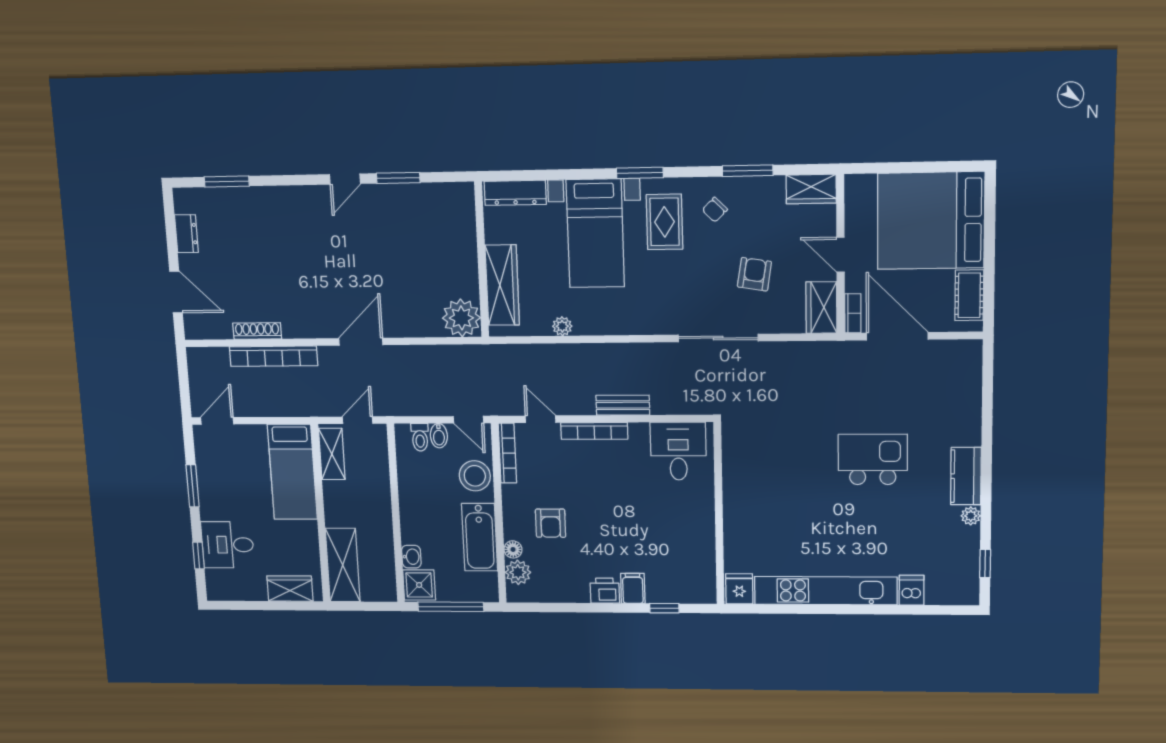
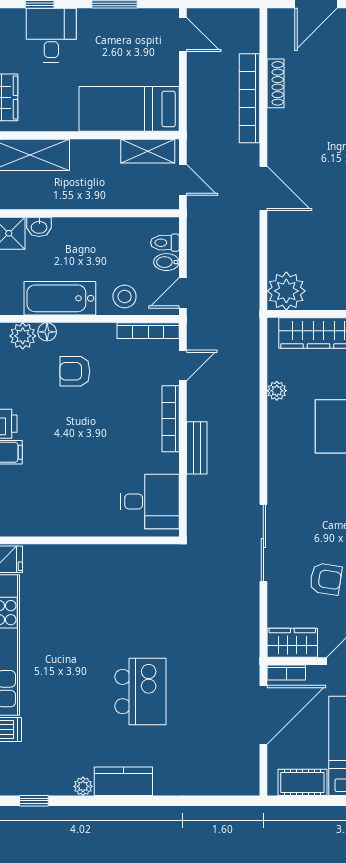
stool: (475, 476) -> (125, 296), width x0.73, depth x0.73

